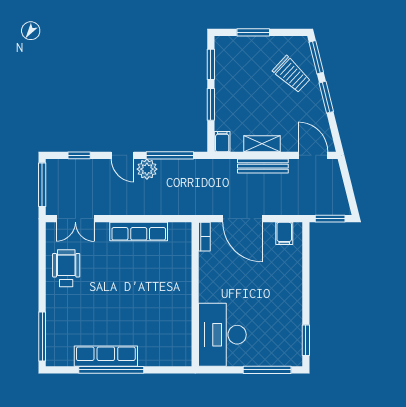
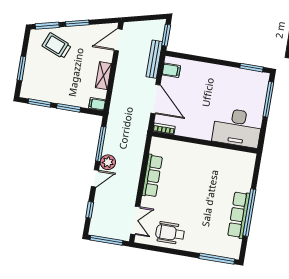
trolley: (292, 74) -> (57, 46), turned -111
bench: (263, 166) -> (154, 59), moved
door: (242, 219) -> (155, 99), hinge flipped

